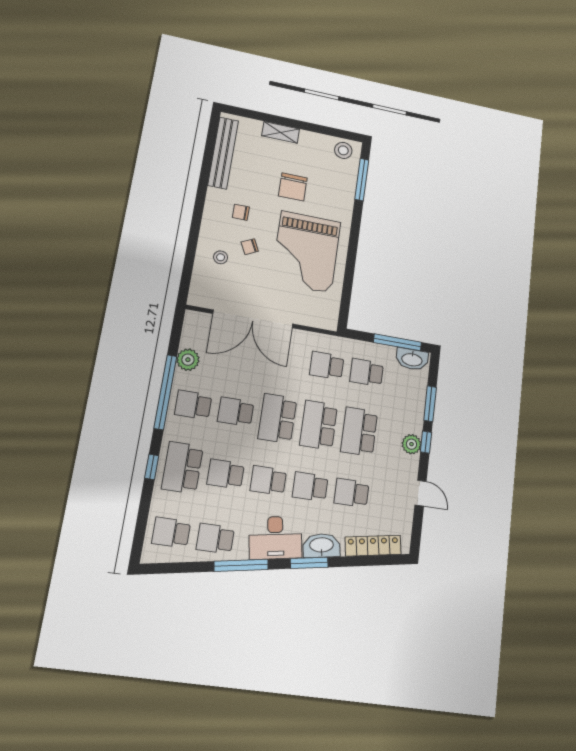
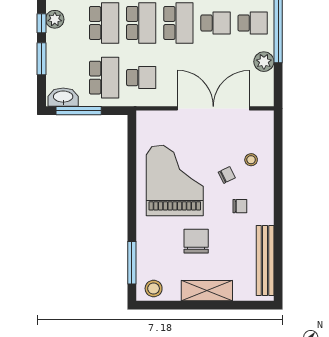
shelving: (281, 132) -> (207, 291), width x1.50, depth x1.33
school desk: (367, 372) -> (104, 78), width x1.85

